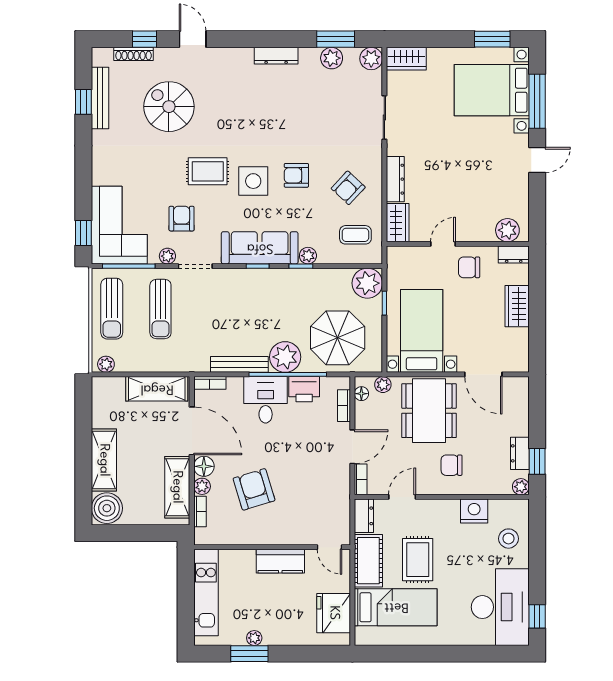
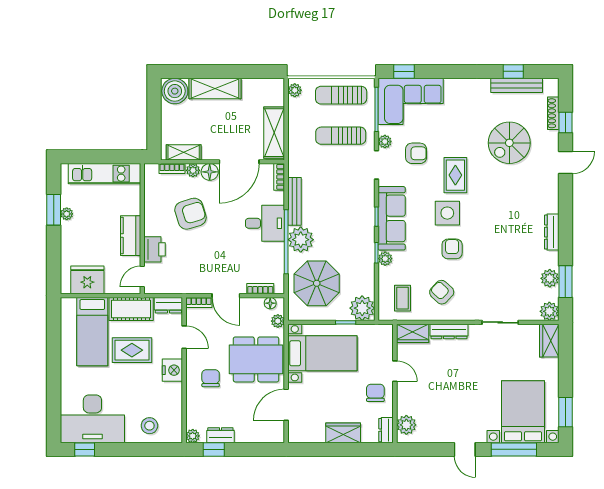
spiral stairs: (169, 107) -> (509, 143), turned 180
printer: (304, 389) -> (155, 249), moved, turned 180
shelving: (177, 487) -> (184, 152), width x0.67, depth x0.75
nightstand: (474, 511) -> (172, 370), moved

